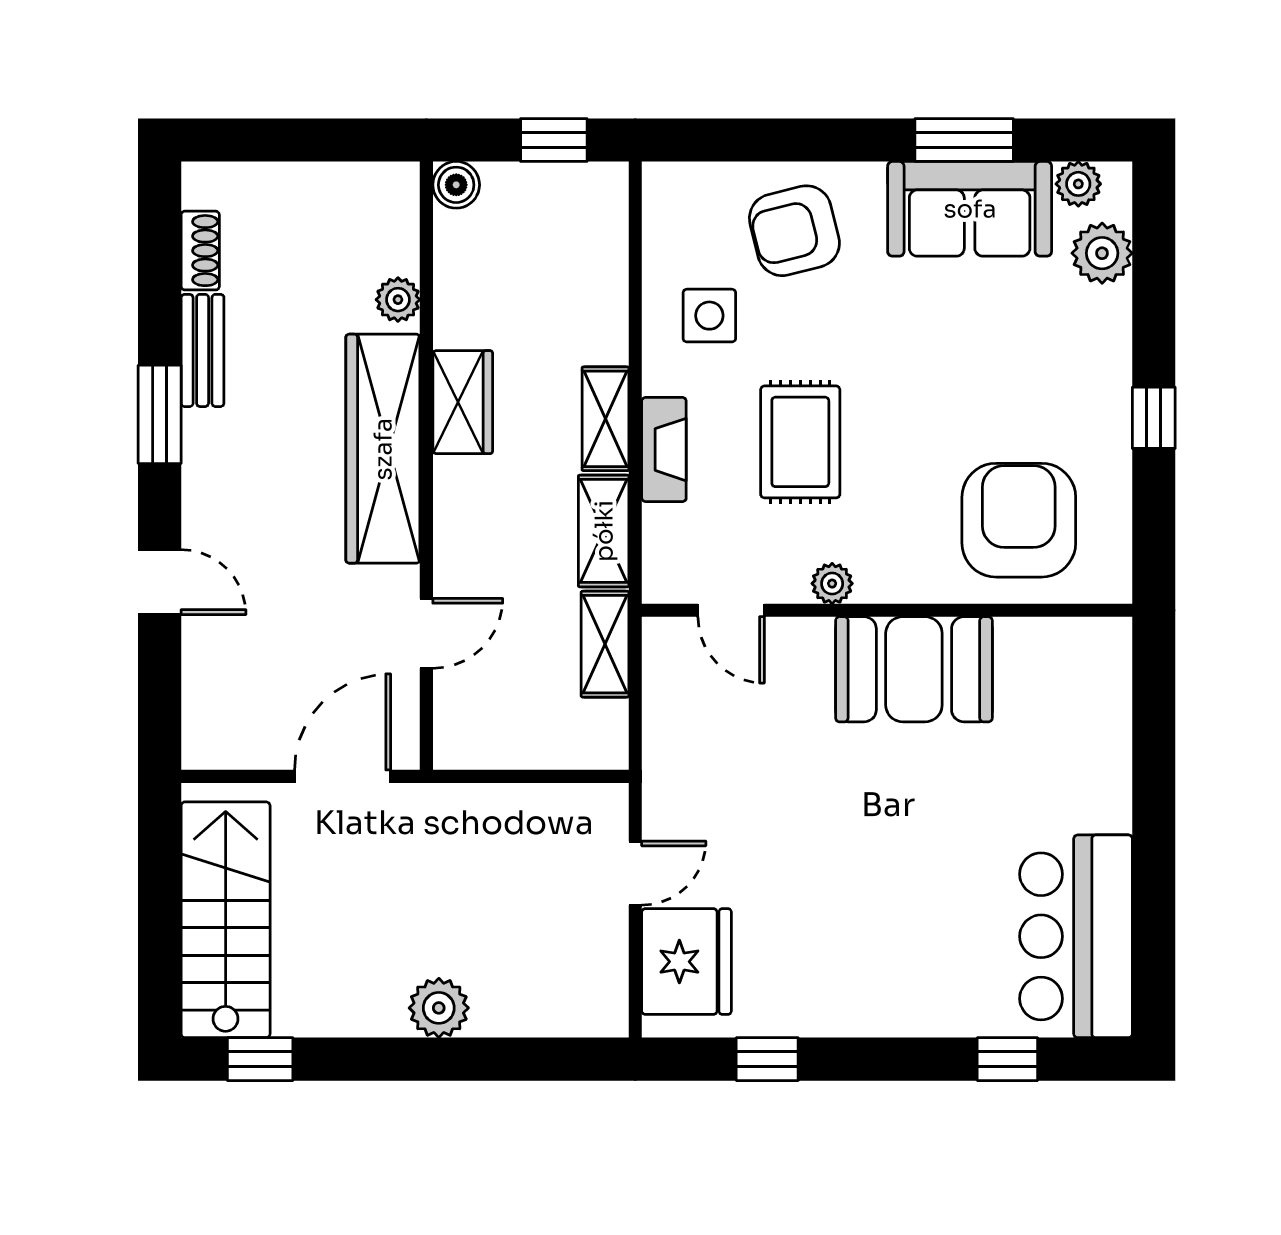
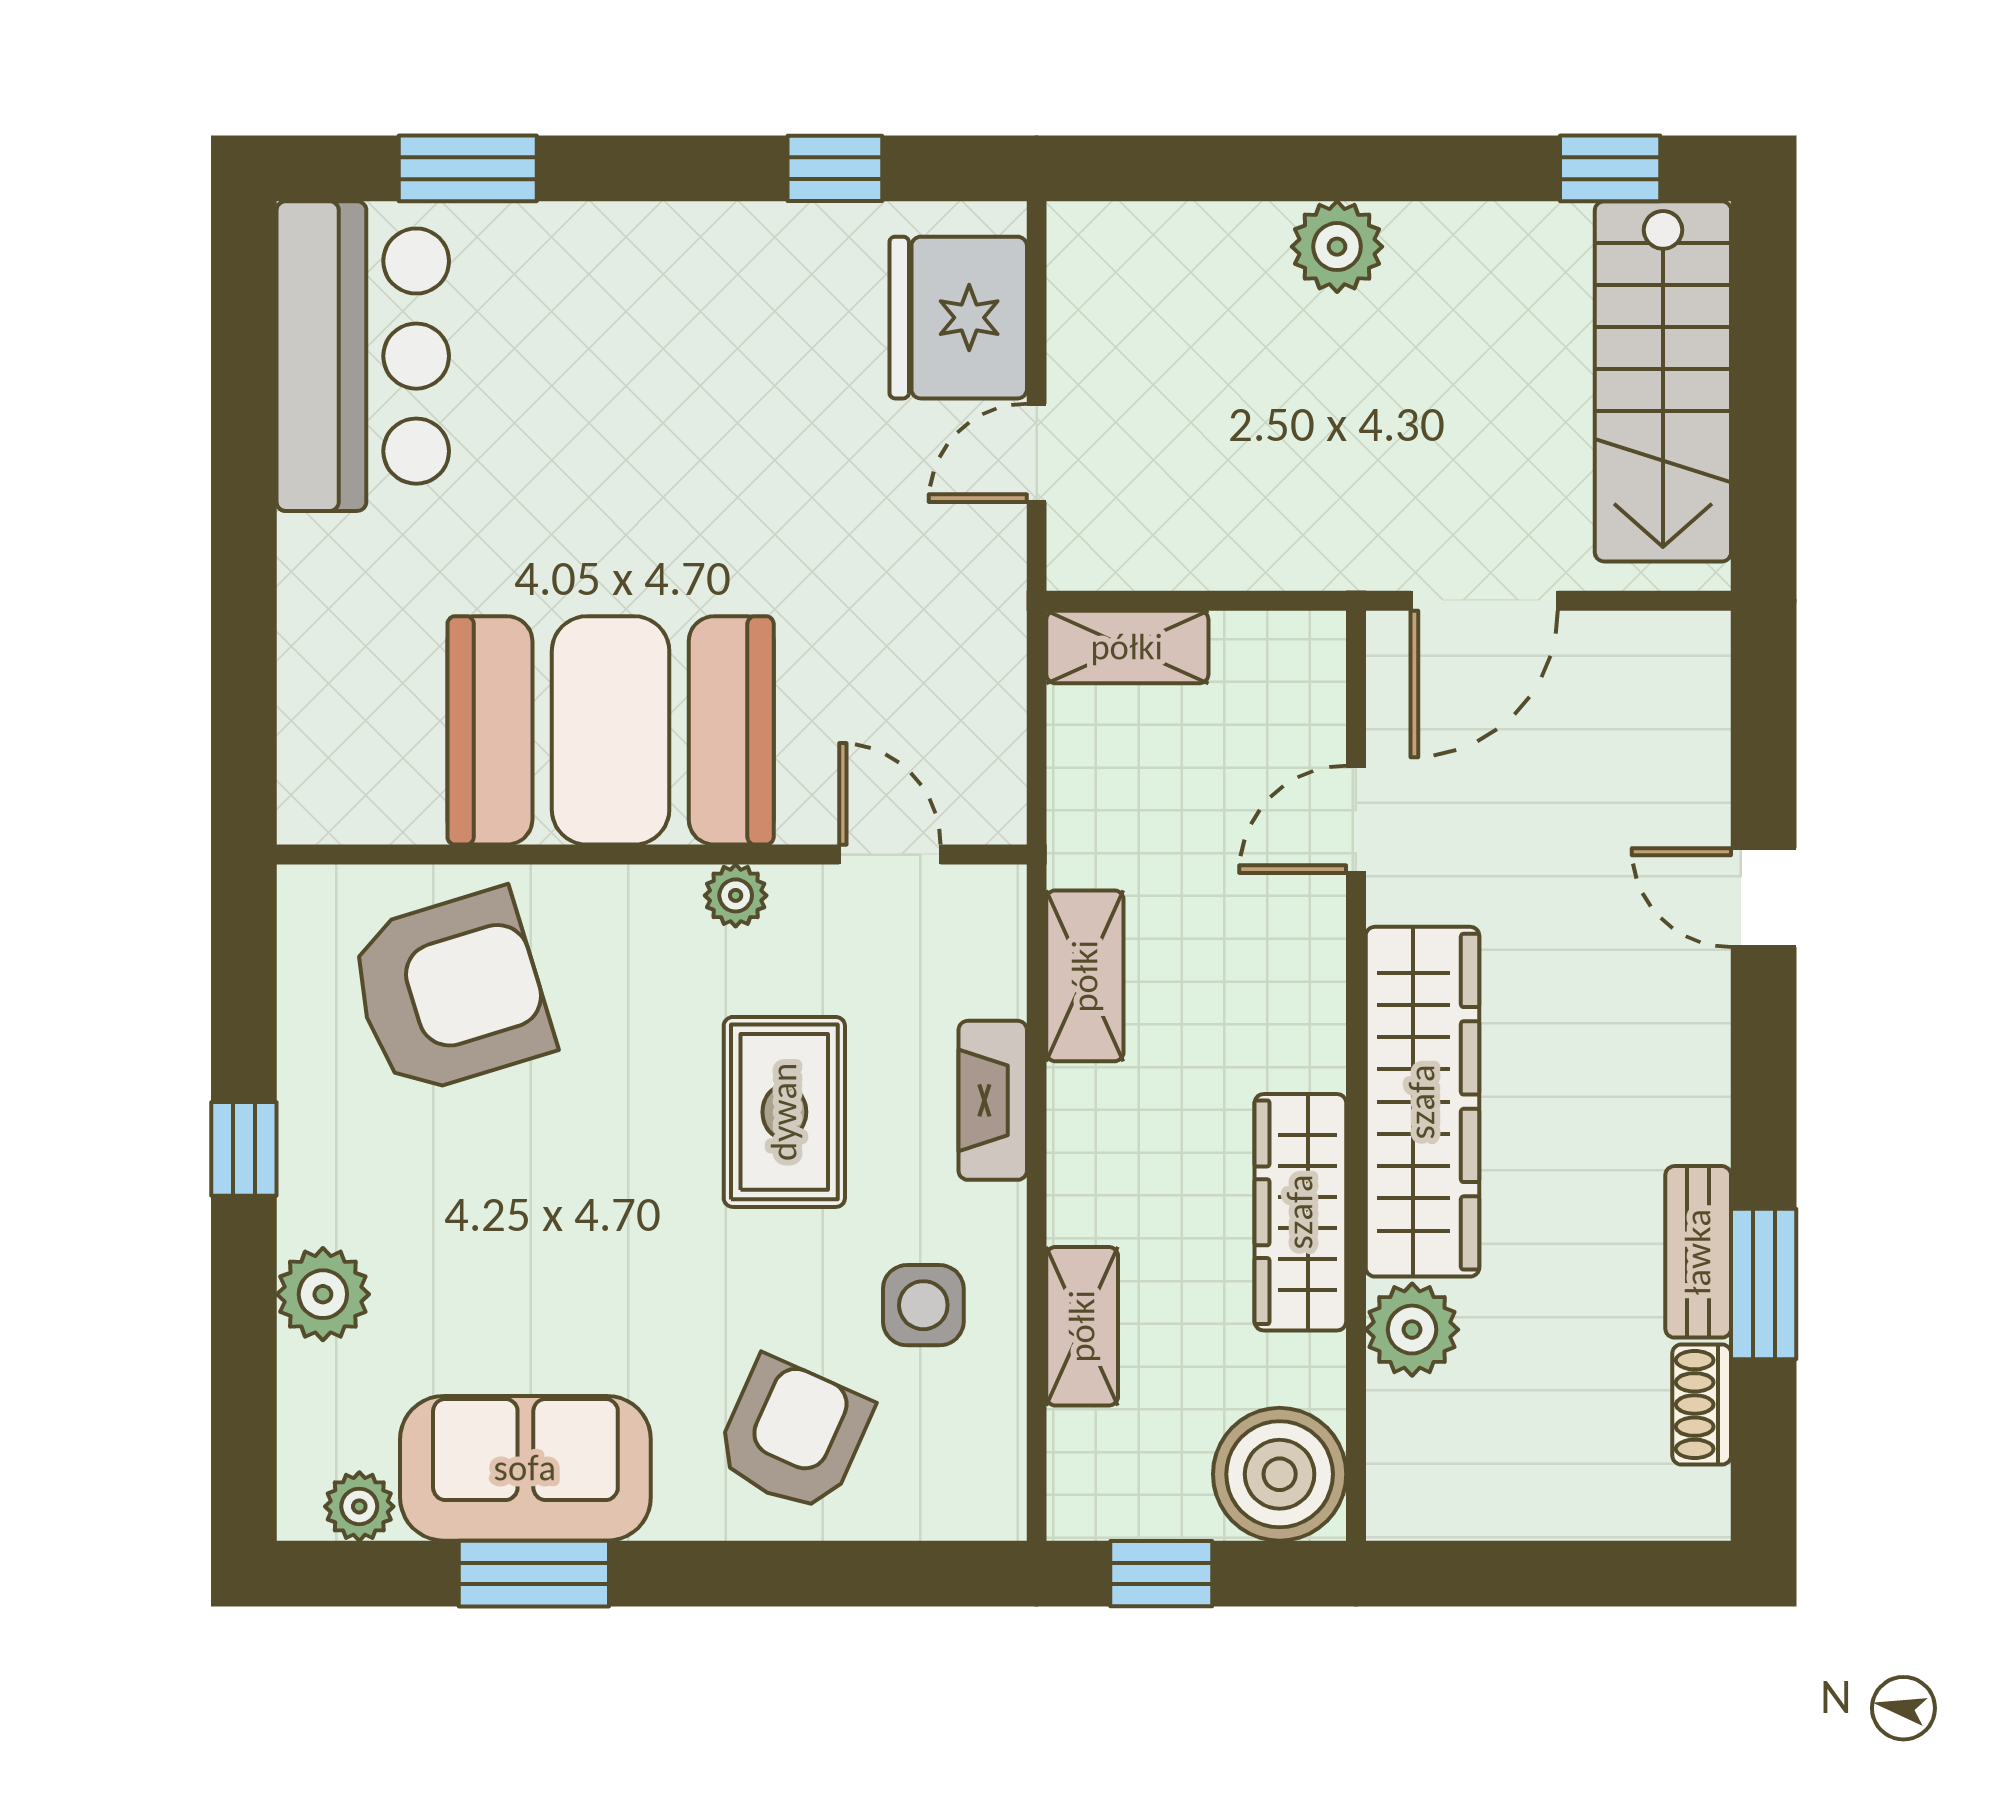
boiler: (456, 185) -> (1280, 1474), width x1.86, depth x1.86
armchair: (794, 231) -> (793, 1435), turned -52
plant: (1102, 253) -> (323, 1294), moved
plant: (398, 300) -> (1412, 1330), width x1.38, depth x1.38
wardrobe: (463, 402) -> (1300, 1212), width x1.50
window: (160, 414) -> (1764, 1284), moved
shelving: (605, 419) -> (1082, 1326), moved
armchair: (1019, 520) -> (450, 992), turned -107
shelving: (605, 644) -> (1127, 647), moved, turned 90
booth: (914, 669) -> (611, 730), width x1.36, depth x1.42
window: (1007, 1059) -> (468, 168), width x1.50

